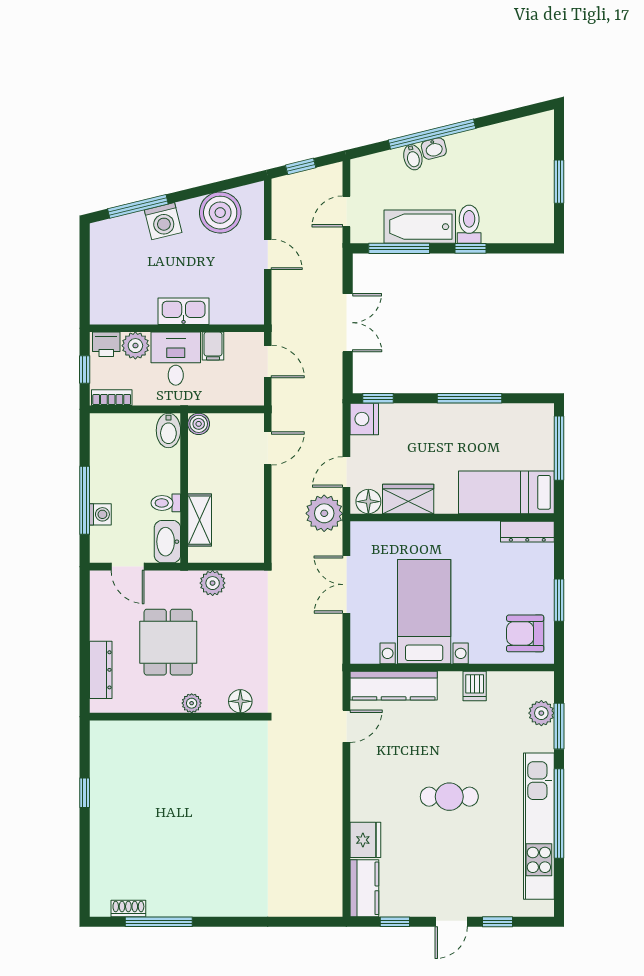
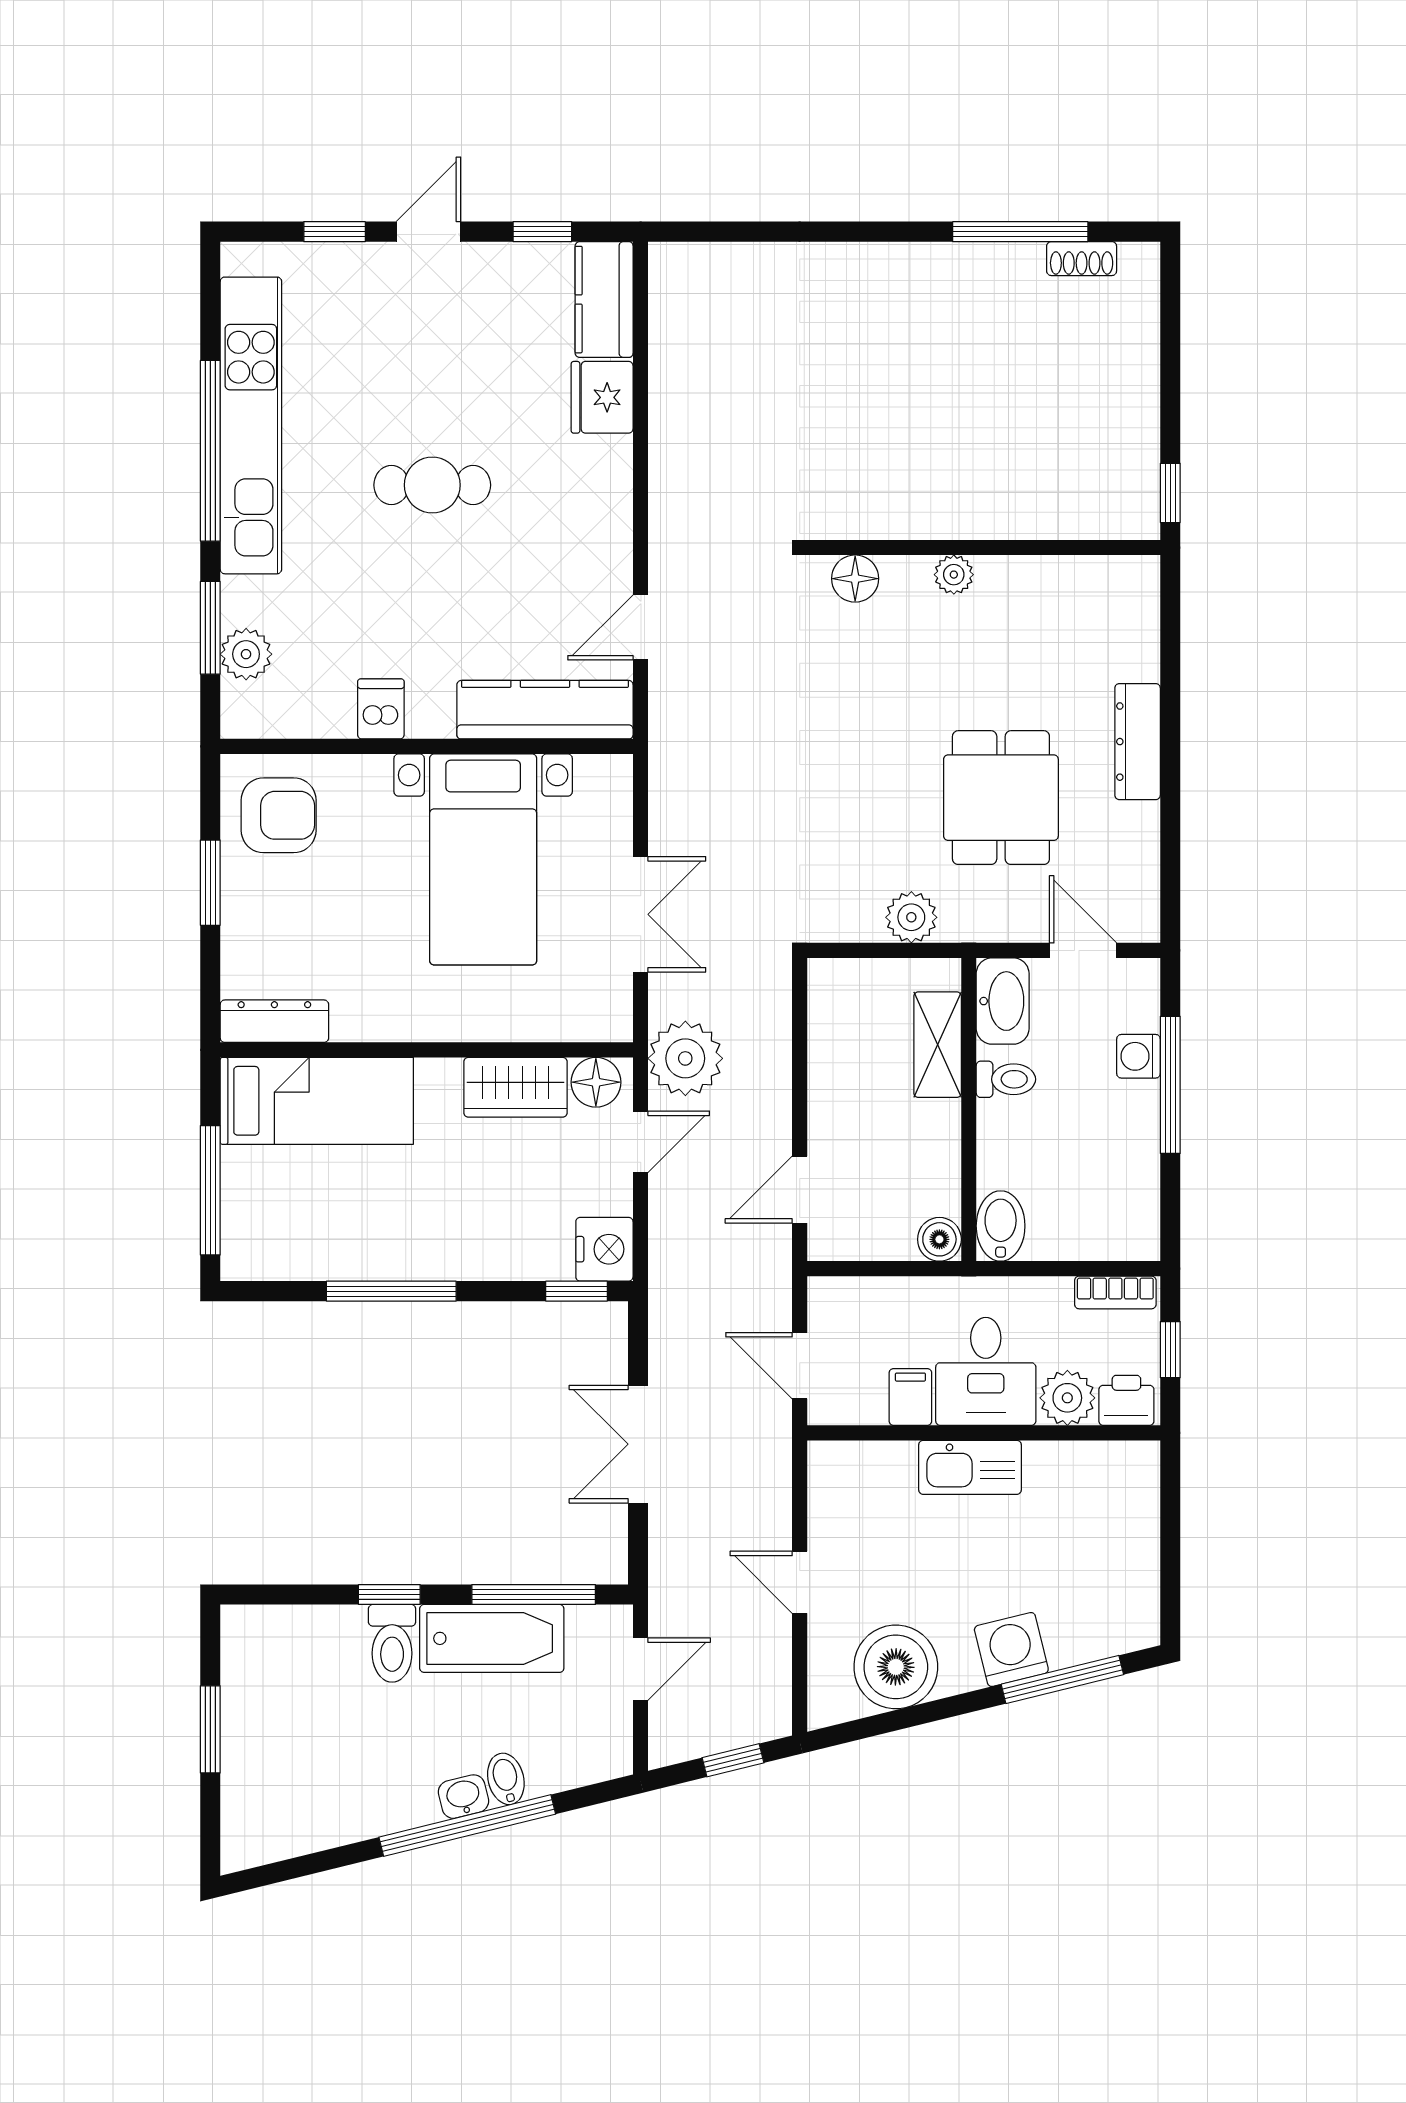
floor lamp: (240, 701) -> (855, 579), moved
plant: (192, 703) -> (954, 575), moved
wall: (177, 717) -> (984, 548), moved

